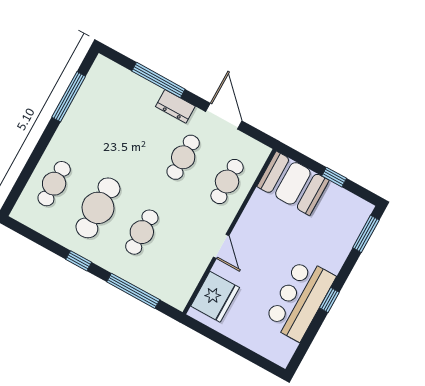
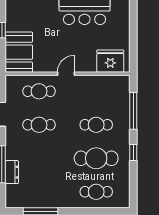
dresser: (175, 106) -> (12, 172), moved
door: (221, 246) -> (66, 74), moved

